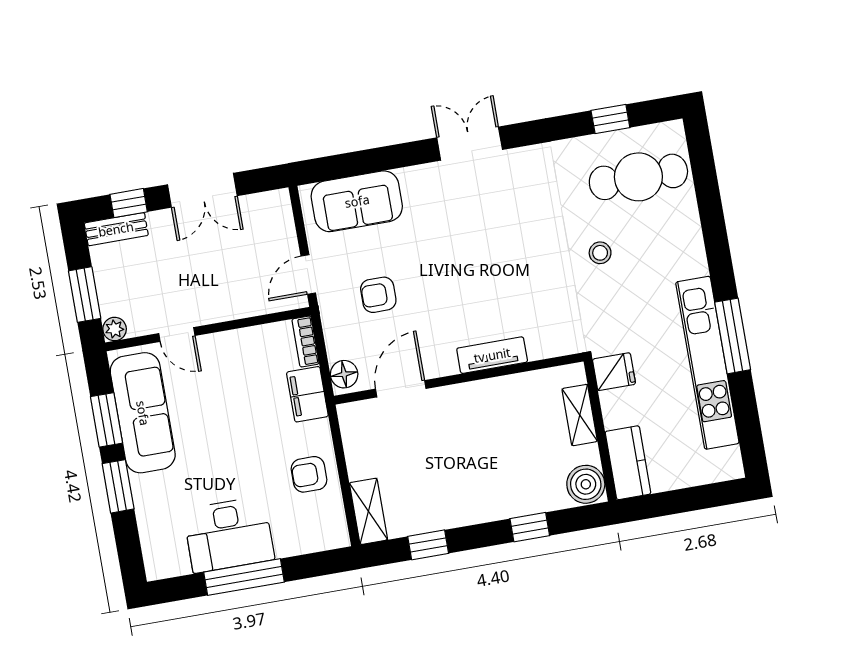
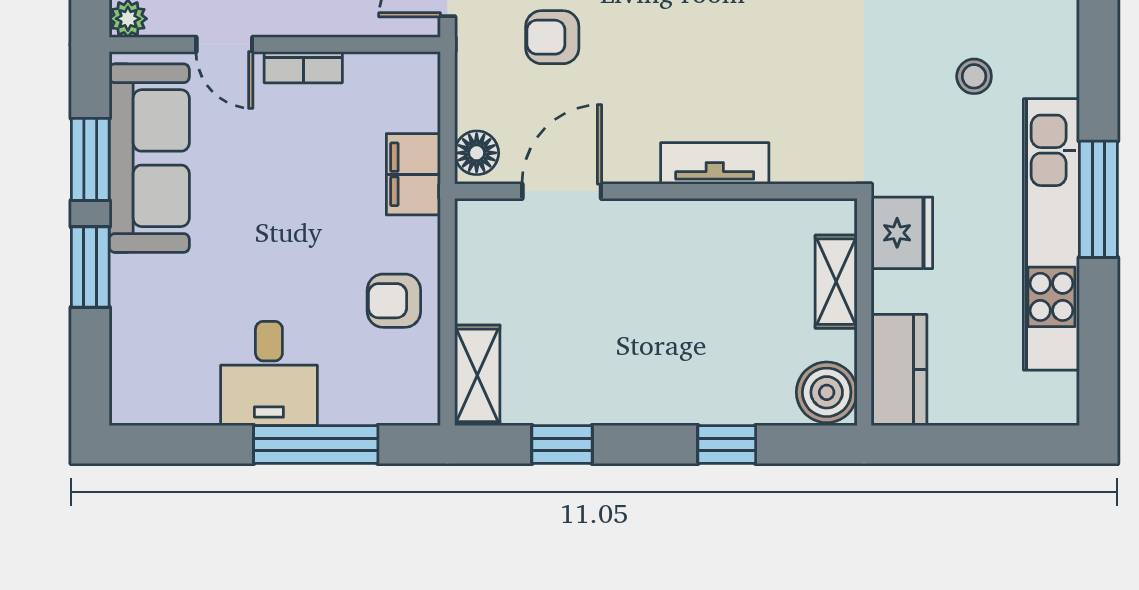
stool: (600, 253) -> (974, 76), moved
bookcase: (305, 341) -> (303, 67), moved, turned -90
fridge: (614, 372) -> (902, 233), width x1.38
desk: (229, 535) -> (269, 373), width x0.73
window: (244, 577) -> (316, 444), moved

